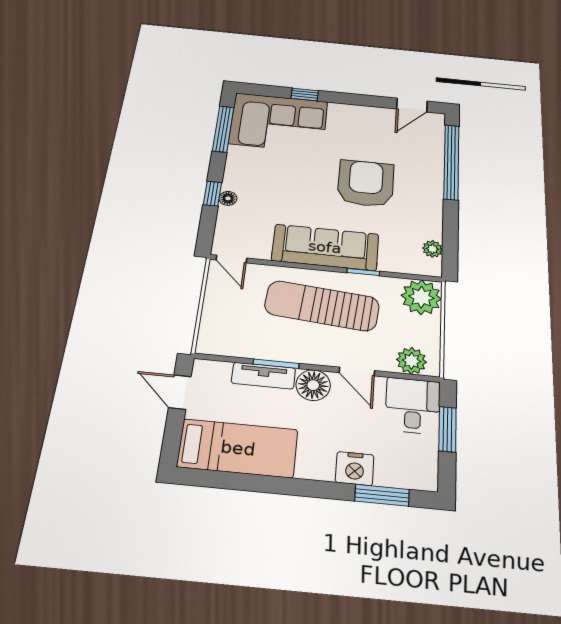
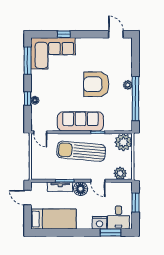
door: (412, 105) -> (116, 34), swing flipped
window: (451, 162) -> (136, 99), moved
armchair: (366, 183) -> (96, 84), turned -90
plant: (433, 249) -> (128, 85), moved
desk: (413, 406) -> (118, 217), moved, turned 180

